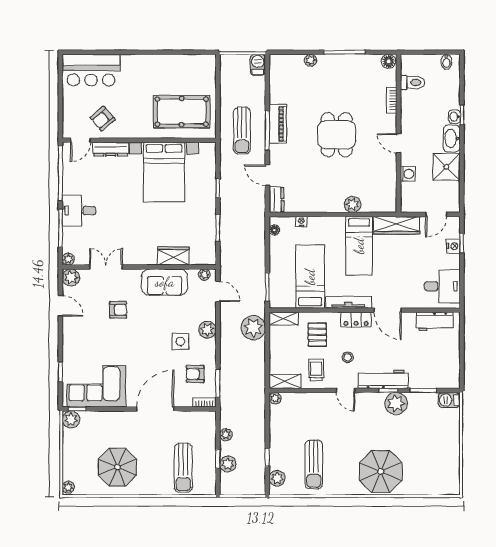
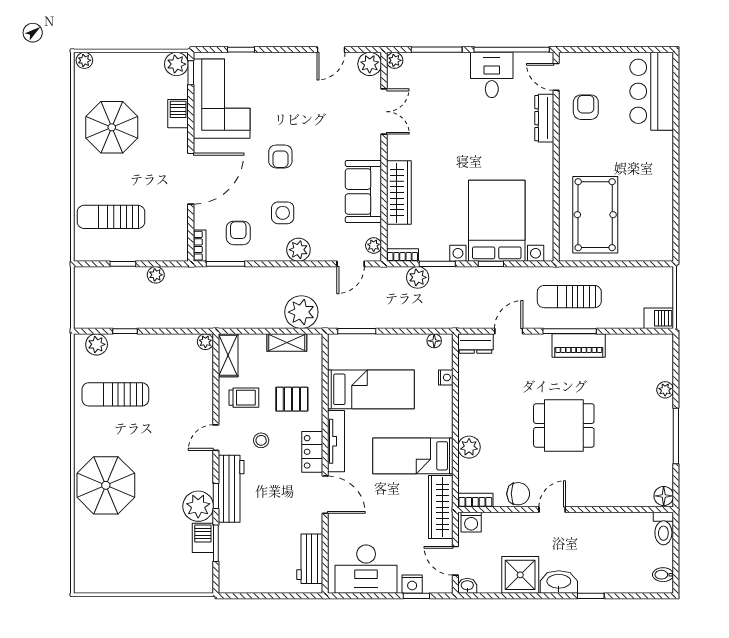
toilet: (412, 82) -> (663, 529), moved
bookcase: (392, 100) -> (475, 500), moved
washbasin: (454, 117) -> (467, 586), moved
armchair: (103, 119) -> (586, 107), turned 40
chair: (387, 168) -> (518, 494), added
bed with nightstands: (164, 172) -> (497, 221), moved, turned 90
washing machine: (408, 174) -> (471, 522), moved
desk: (79, 211) -> (492, 75), moved
bookcase: (211, 253) -> (402, 255), added
wardrobe: (173, 256) -> (399, 193), width x1.50
desk: (442, 286) -> (366, 569), width x1.37
armchair: (118, 310) -> (280, 156), moved
door: (388, 310) -> (325, 495), swing flipped
shelving: (284, 319) -> (287, 343), moved, turned 90
barbecue: (449, 400) -> (203, 538), moved
door: (155, 409) -> (191, 179), hinge flipped
barbecue: (107, 418) -> (178, 114), added
plant: (228, 464) -> (418, 277), moved

